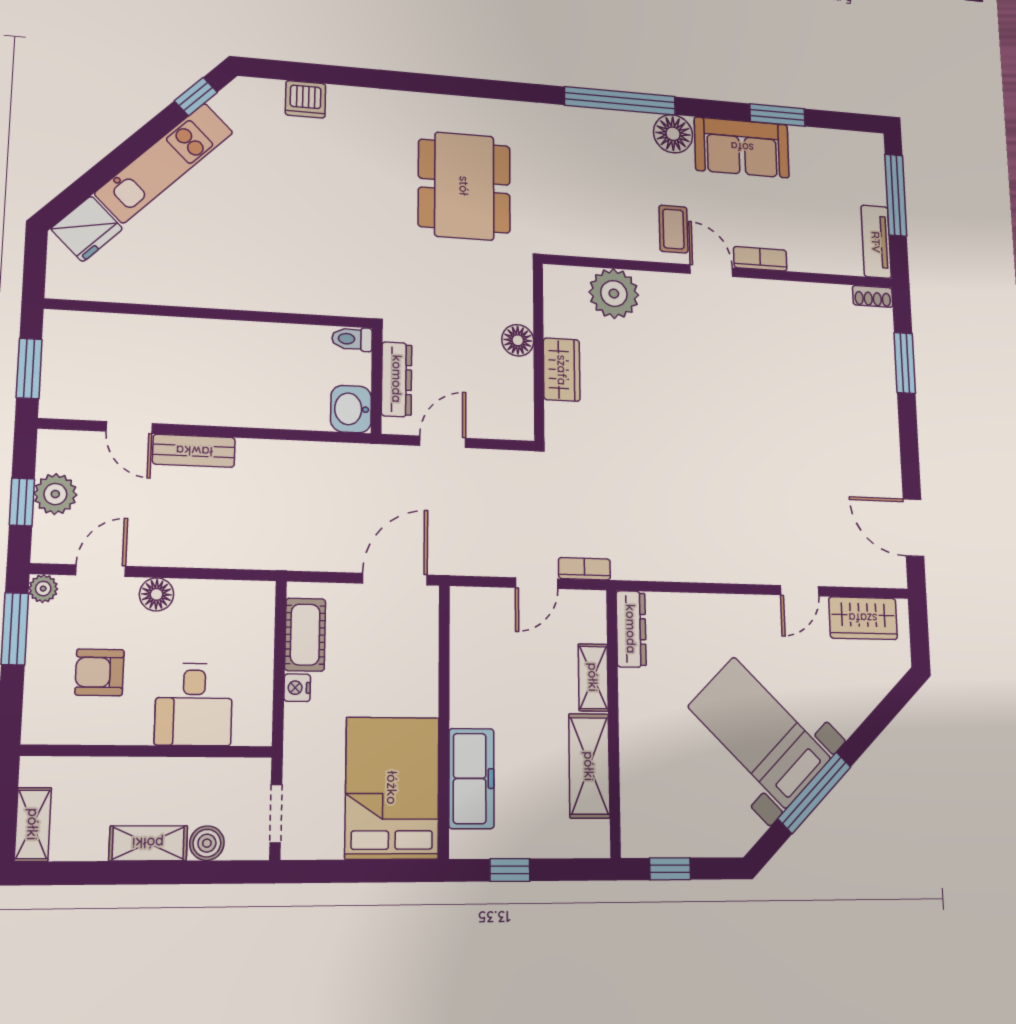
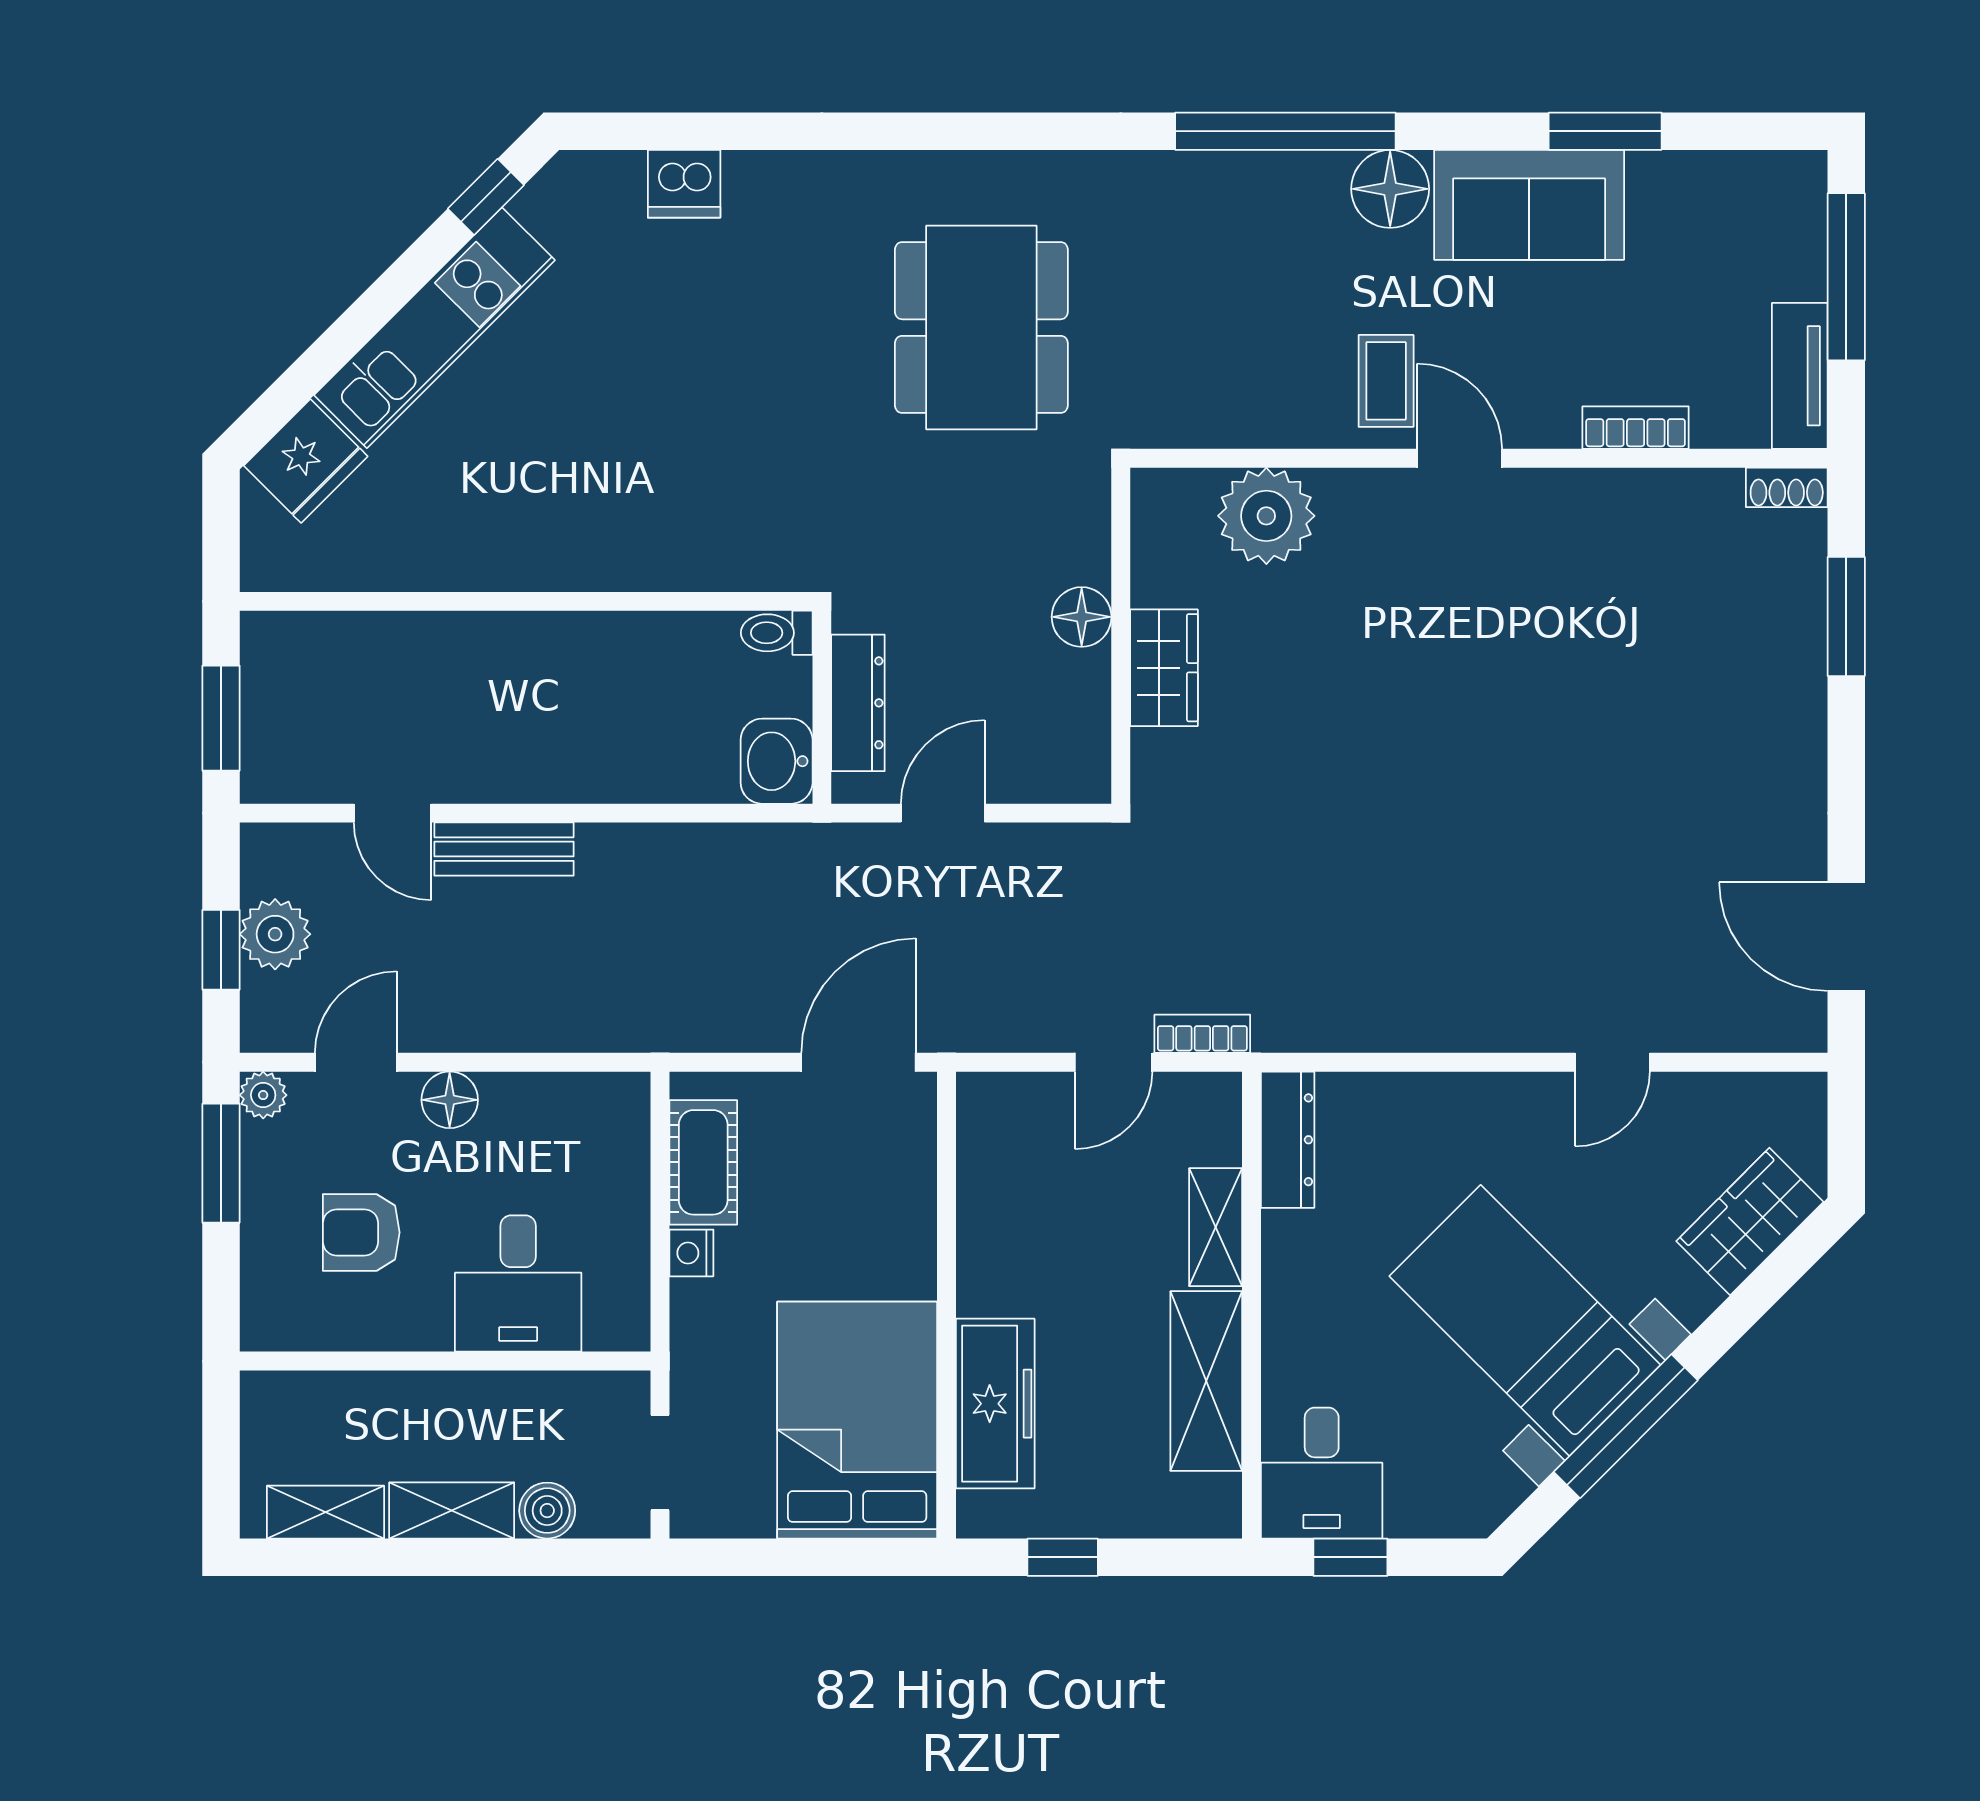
bookcase: (760, 259) -> (1636, 428), moved
wardrobe: (863, 618) -> (1750, 1221), moved, turned 135
desk: (653, 820) -> (1322, 1473), added
shelving: (33, 824) -> (326, 1512), moved, turned 90

